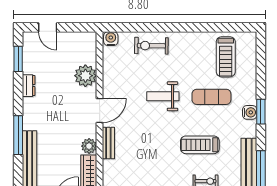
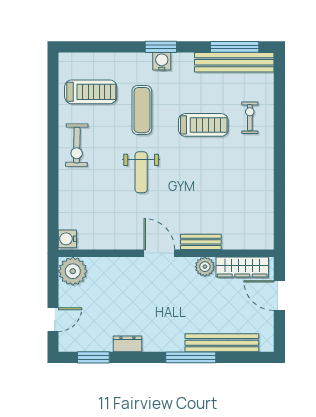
exercise bike: (151, 46) -> (77, 145), moved
plant: (85, 76) -> (73, 271), moved
treadmill: (200, 145) -> (203, 125), turned -90

